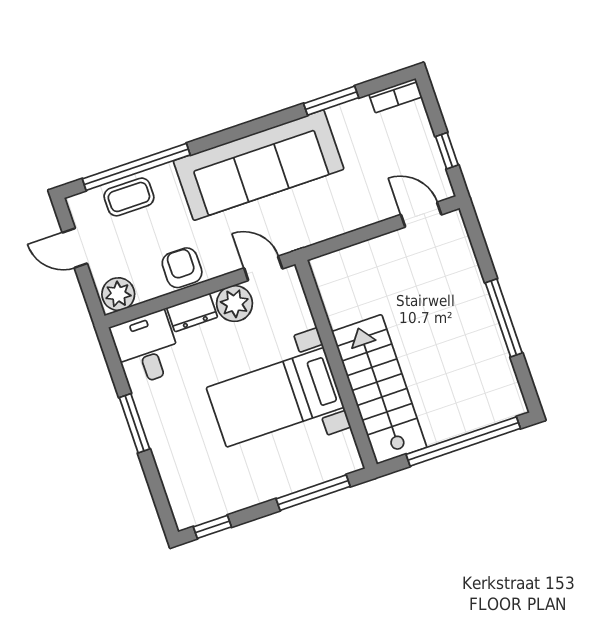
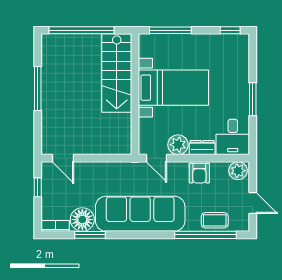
floor lamp: (353, 122) -> (82, 220), added

